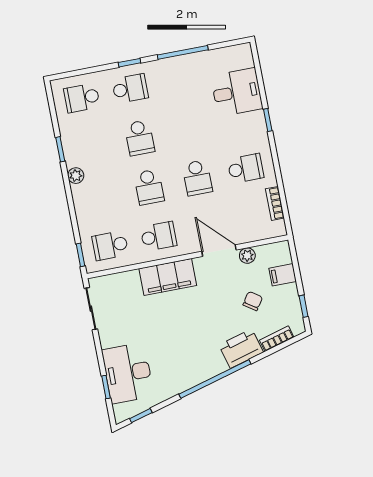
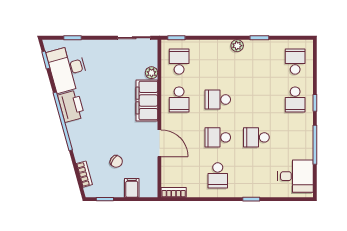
desk: (237, 92) -> (295, 176), moved, turned -90
school desk: (140, 138) -> (256, 137), moved
bookcase: (275, 203) -> (174, 192), moved
door: (219, 251) -> (159, 143), hinge flipped
plant: (247, 256) -> (152, 73), moved
printer: (241, 349) -> (71, 106), moved
desk: (128, 373) -> (68, 69), moved, turned -105

